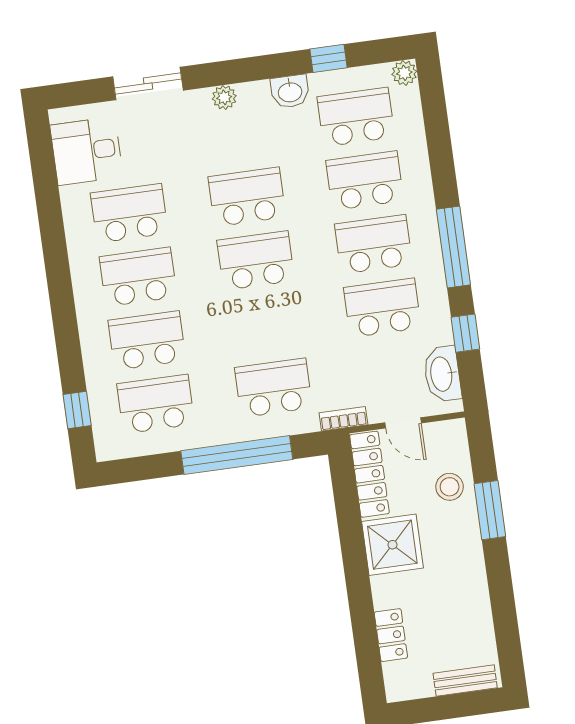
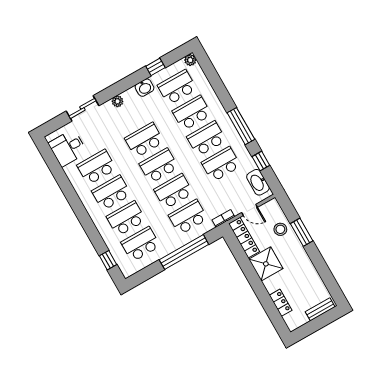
school desk: (265, 324) -> (173, 191), added

